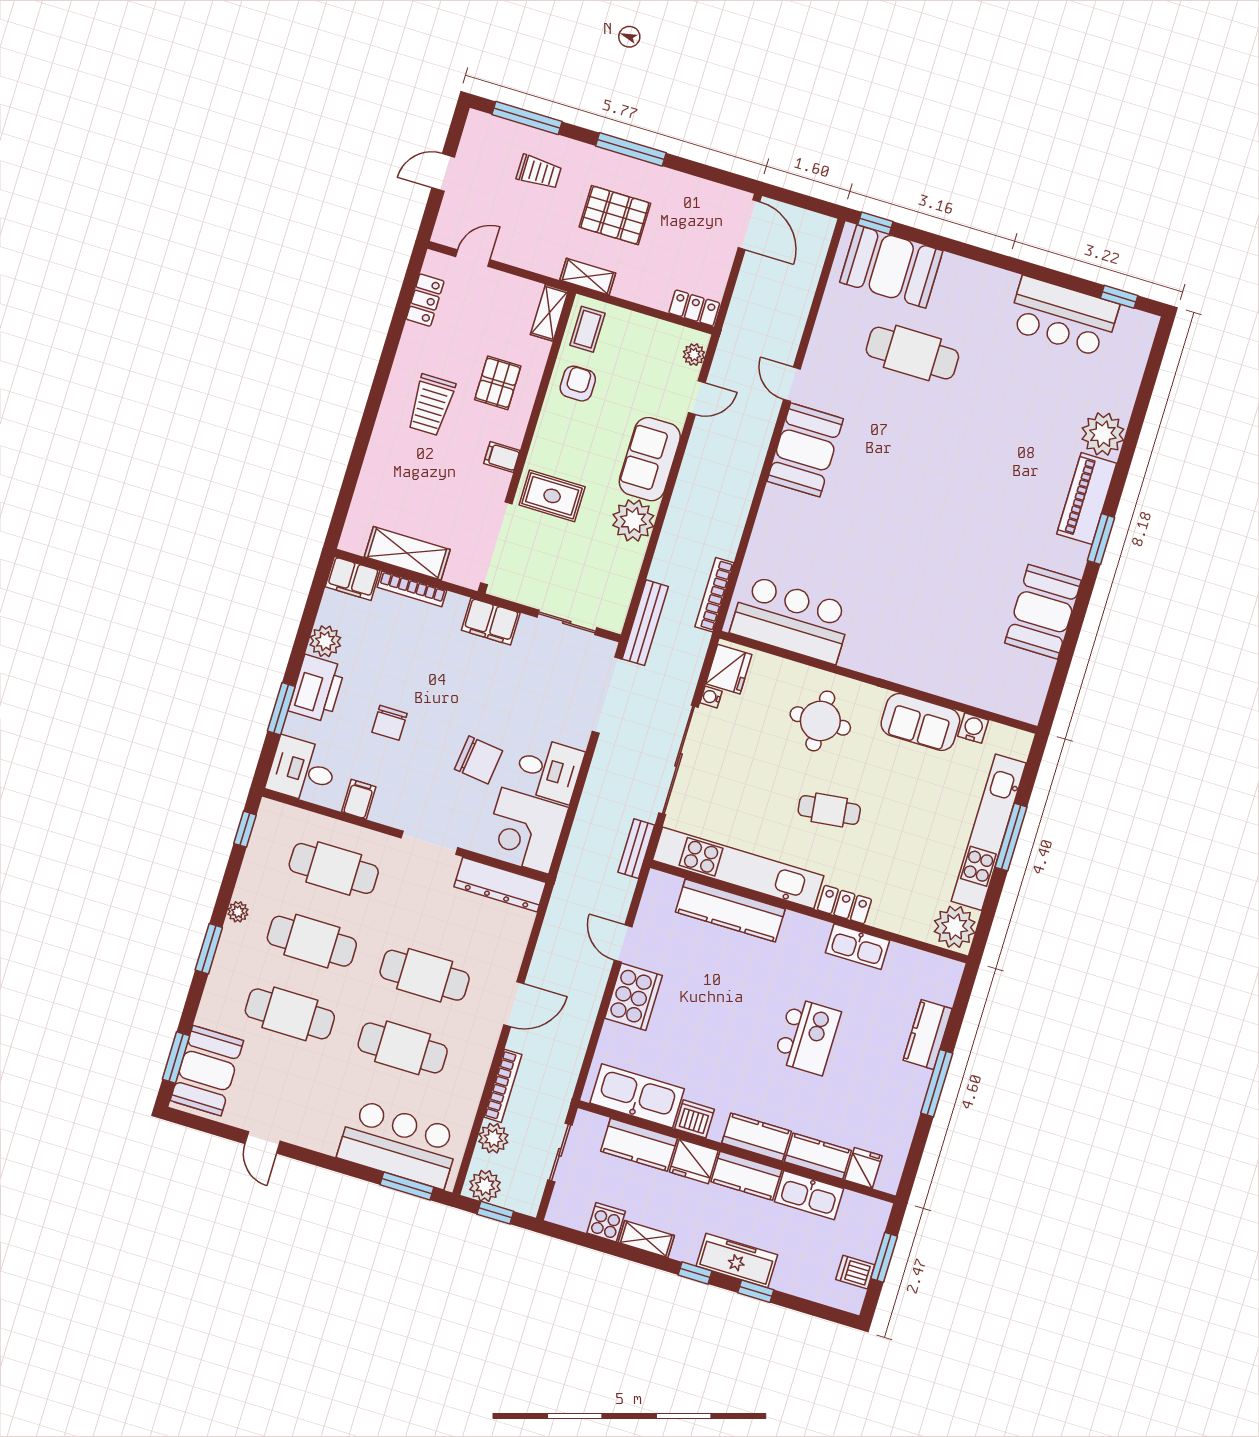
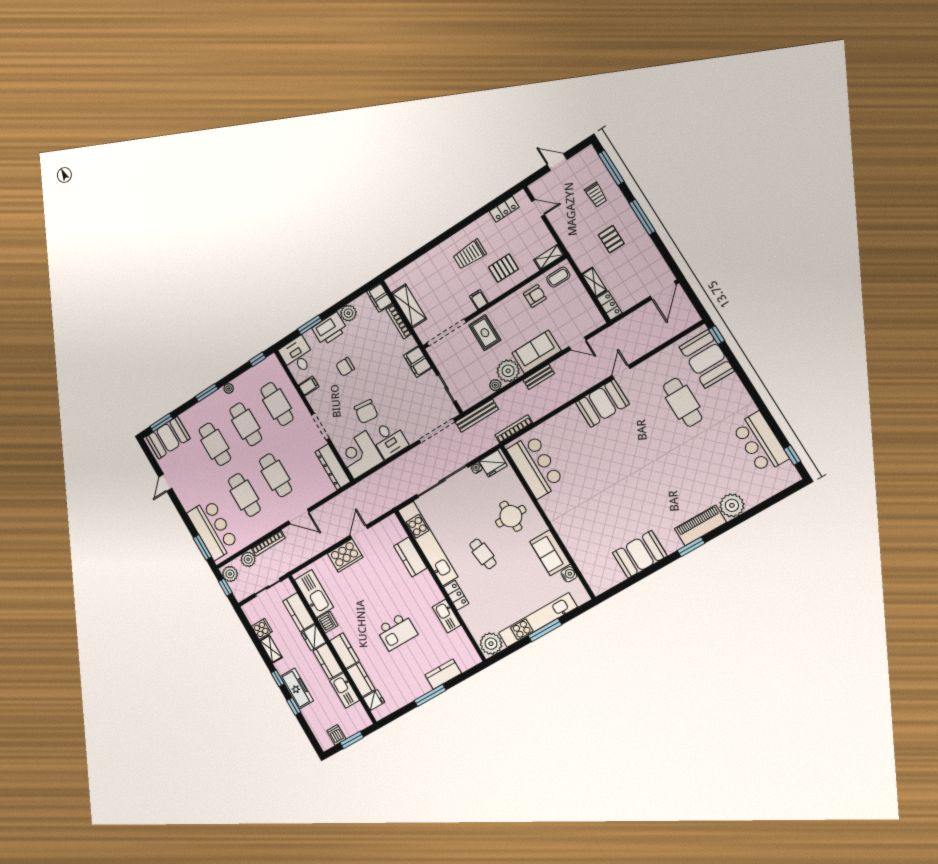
pallet: (615, 215) -> (611, 239), width x0.67, depth x0.71
shelving: (588, 277) -> (594, 282), moved
plant: (694, 355) -> (495, 385), moved
bench: (636, 849) -> (539, 377), moved
kitchen counter: (730, 910) -> (410, 557), width x0.67

